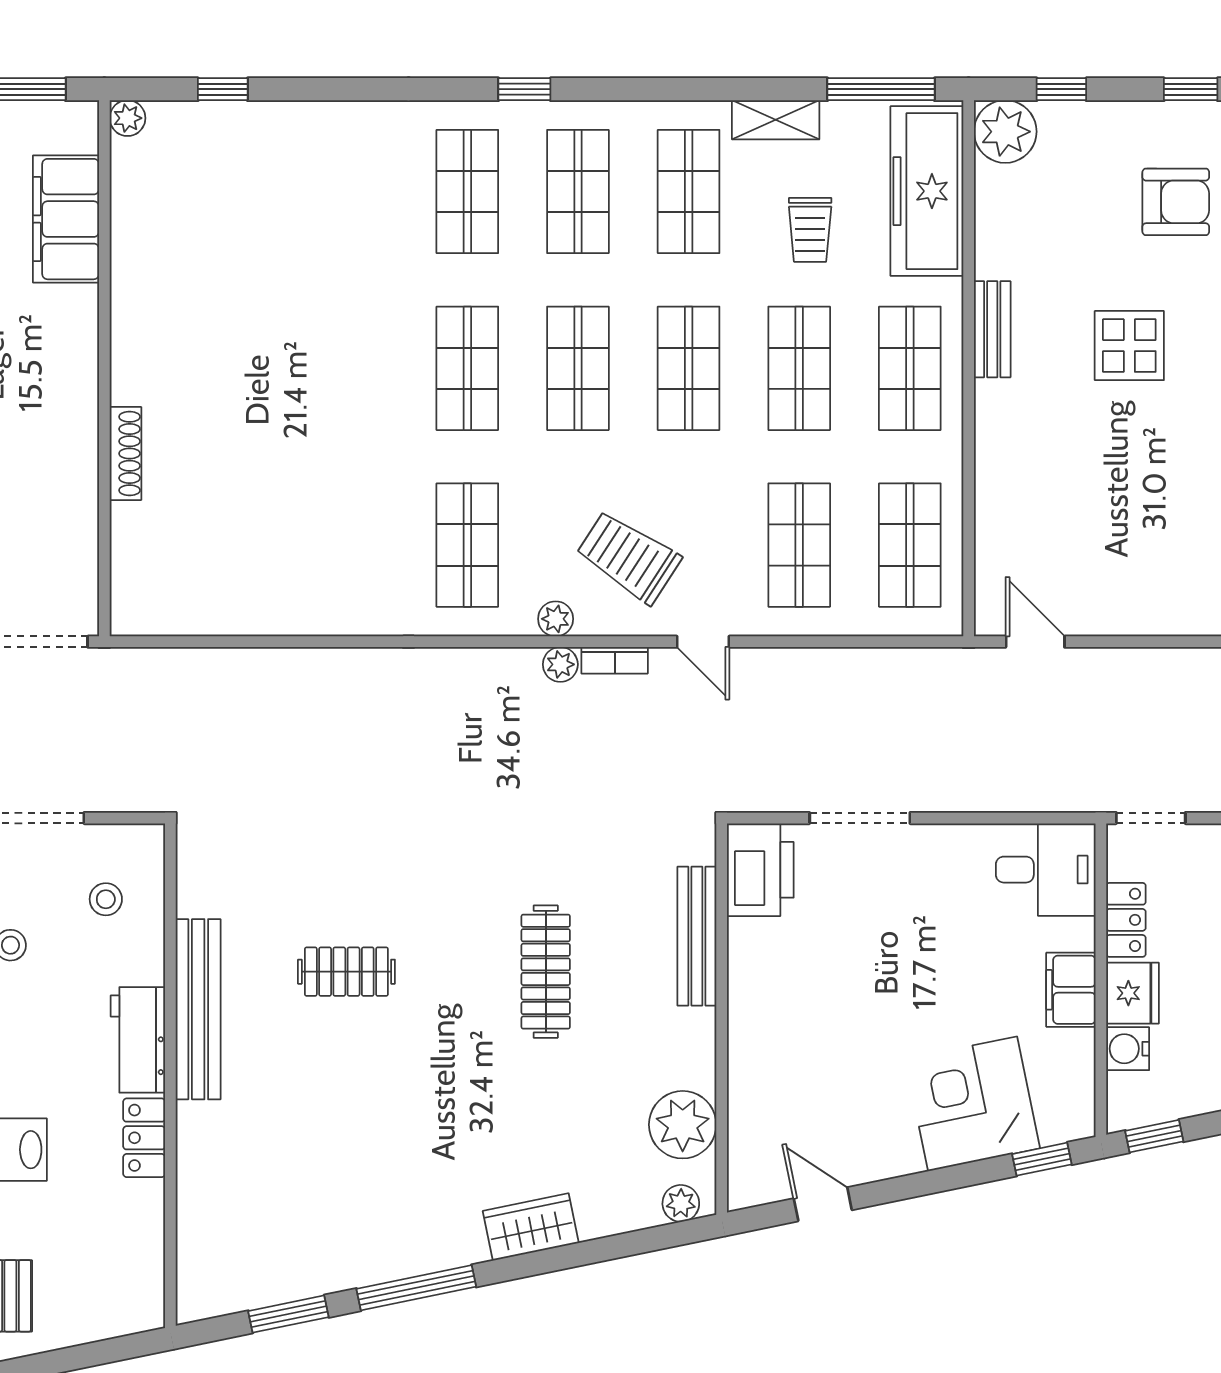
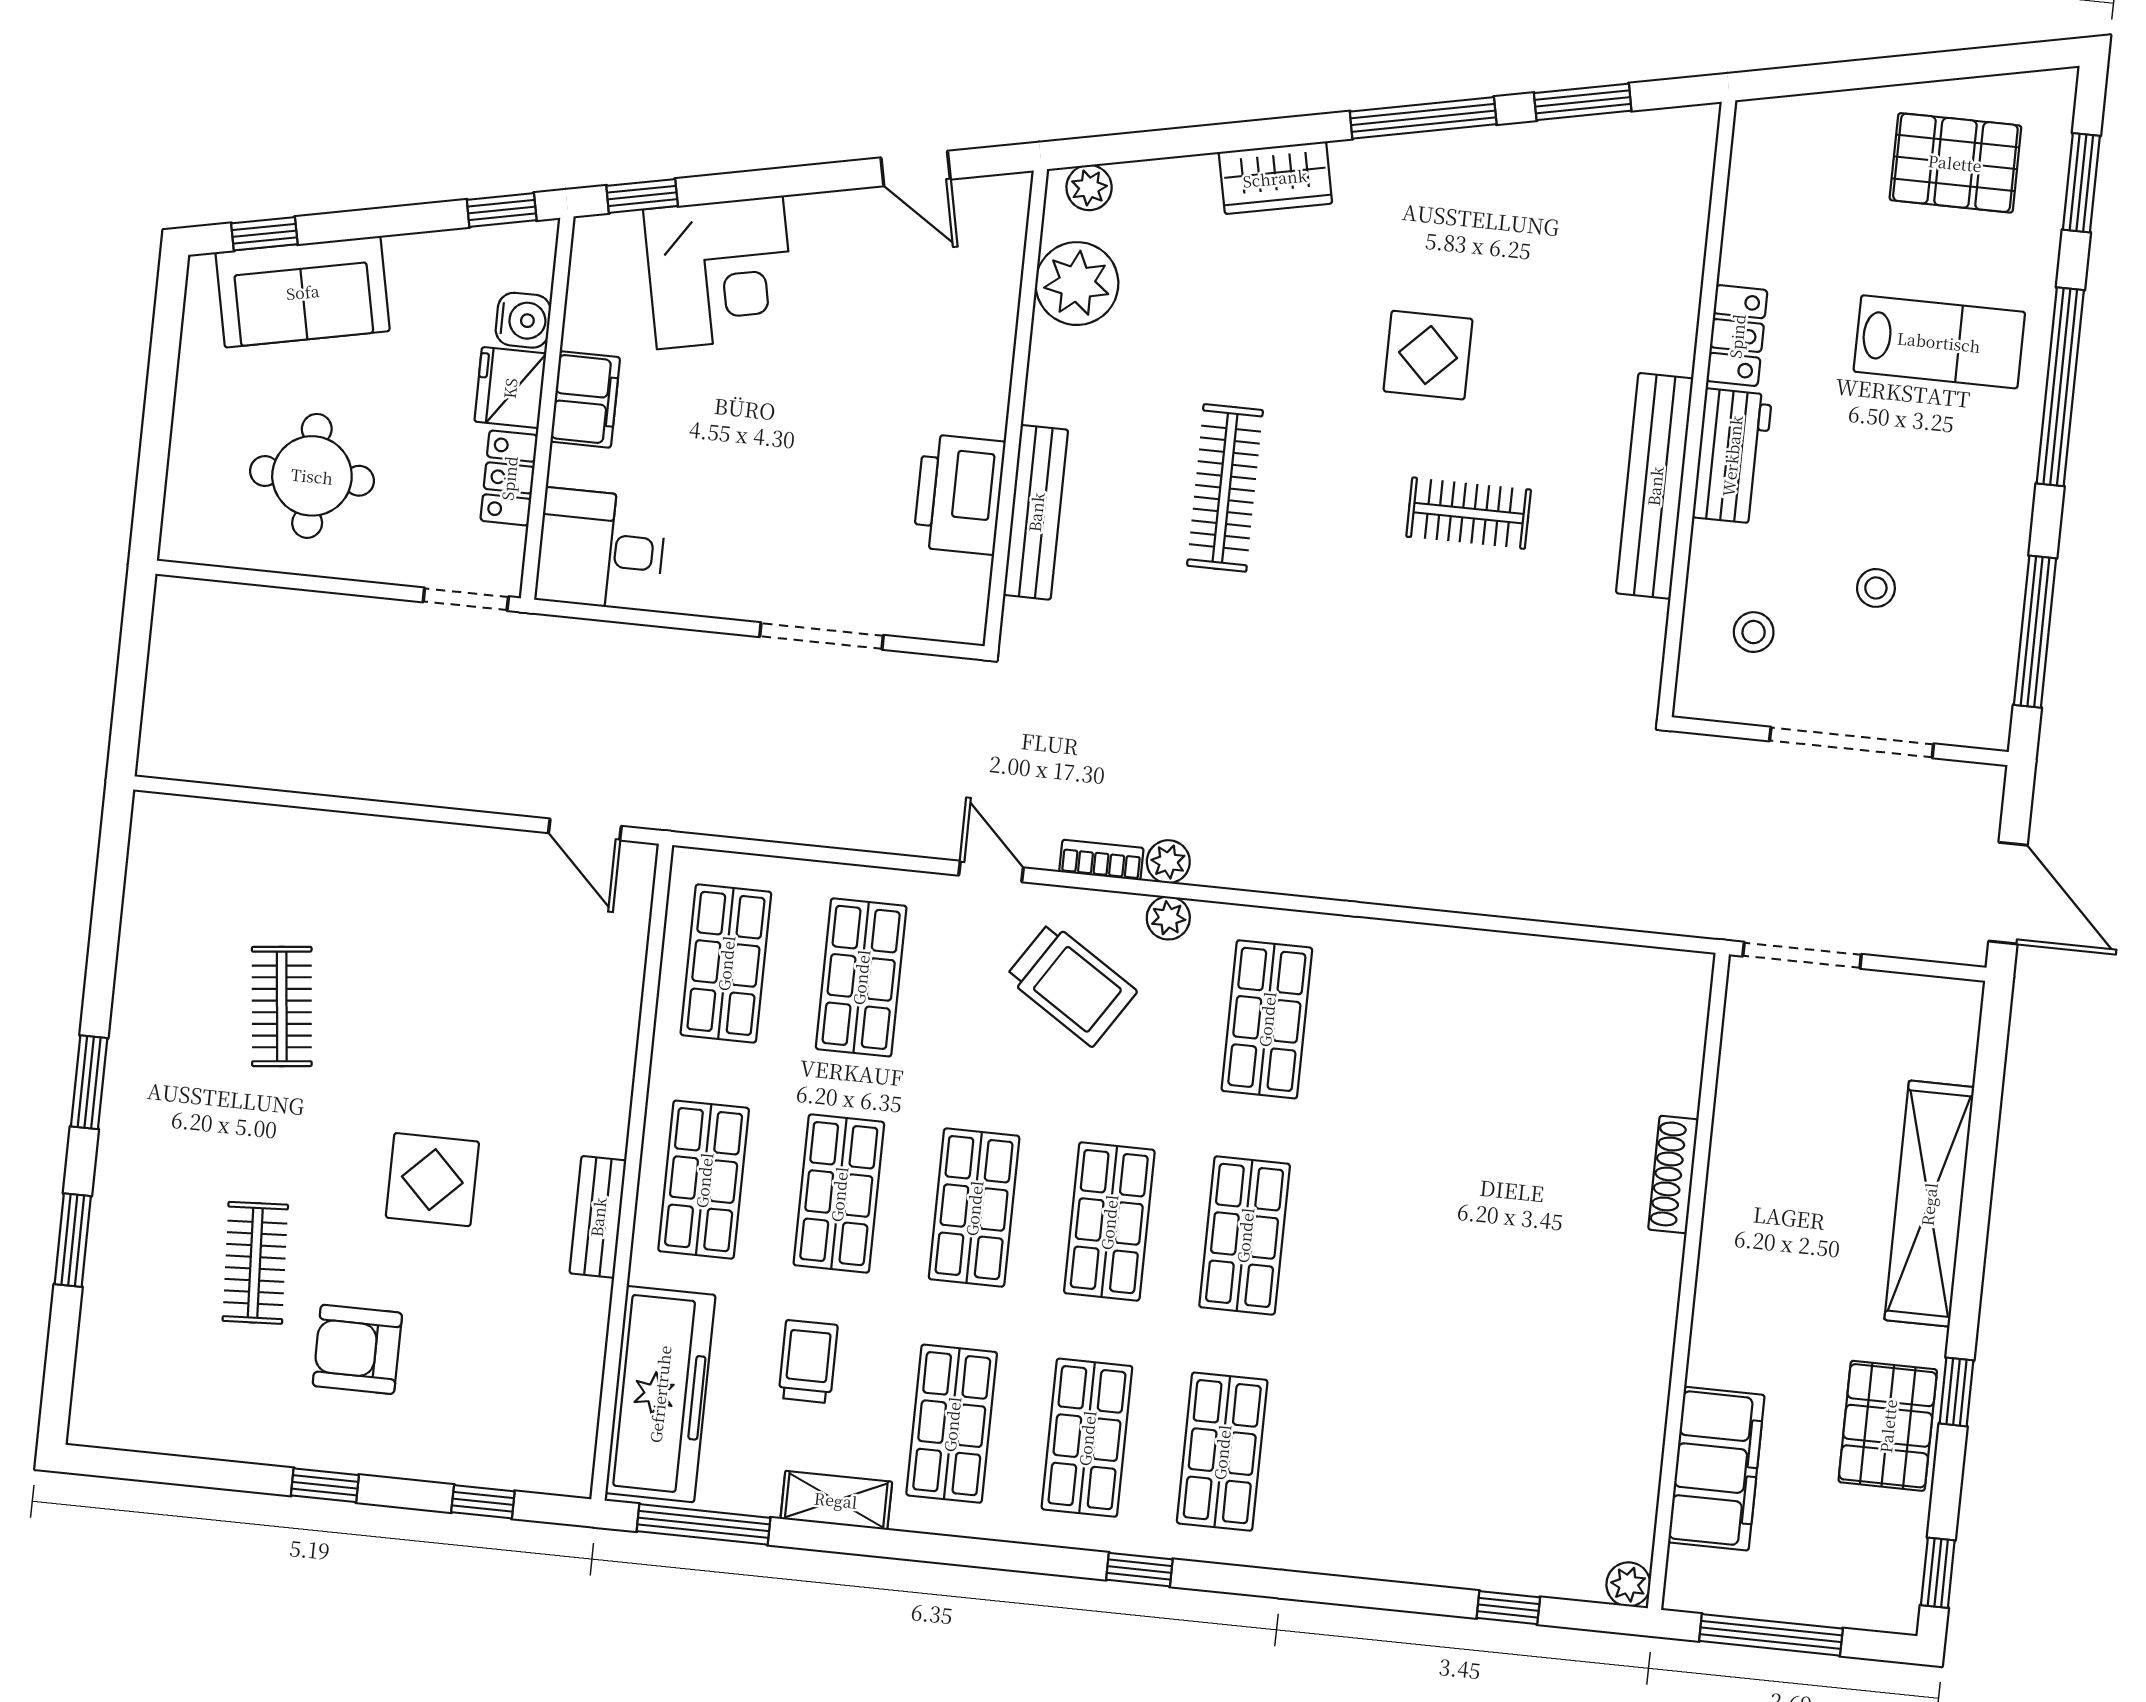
plant: (1005, 132) -> (557, 1457), removed
printer: (760, 870) -> (959, 494), moved
display table: (392, 1096) -> (1428, 355), added

